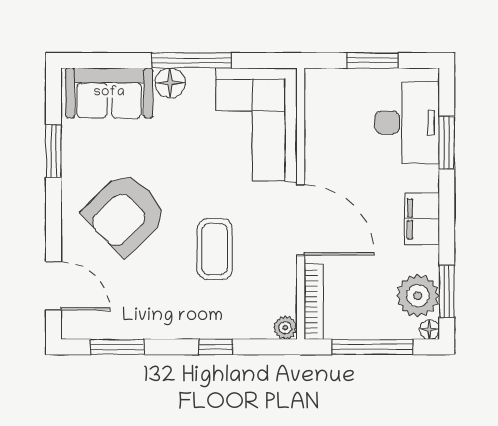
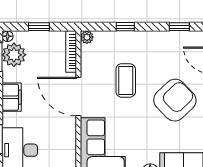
window: (117, 347) -> (179, 27), width x0.67
window: (372, 347) -> (39, 27), width x0.46

